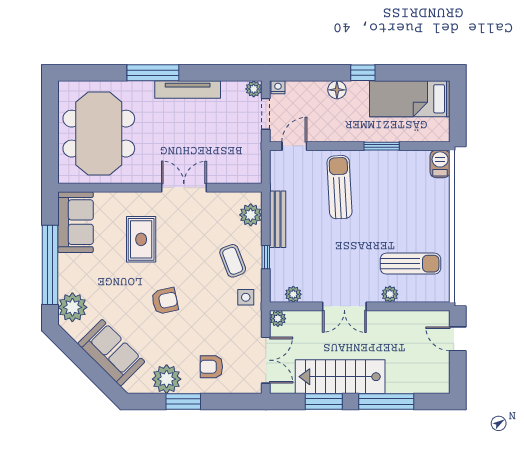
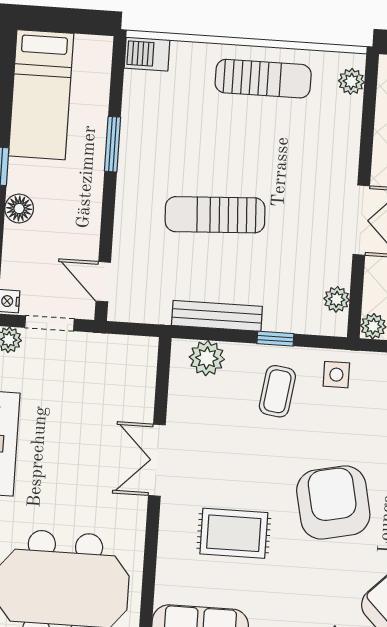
sun lounger: (339, 187) -> (215, 215), moved
coffee table: (233, 261) -> (277, 391), turned -61
sun lounger: (410, 264) -> (263, 79), moved, turned 90
plant: (390, 294) -> (351, 81), moved
armchair: (165, 301) -> (333, 503), width x1.88, depth x1.88

